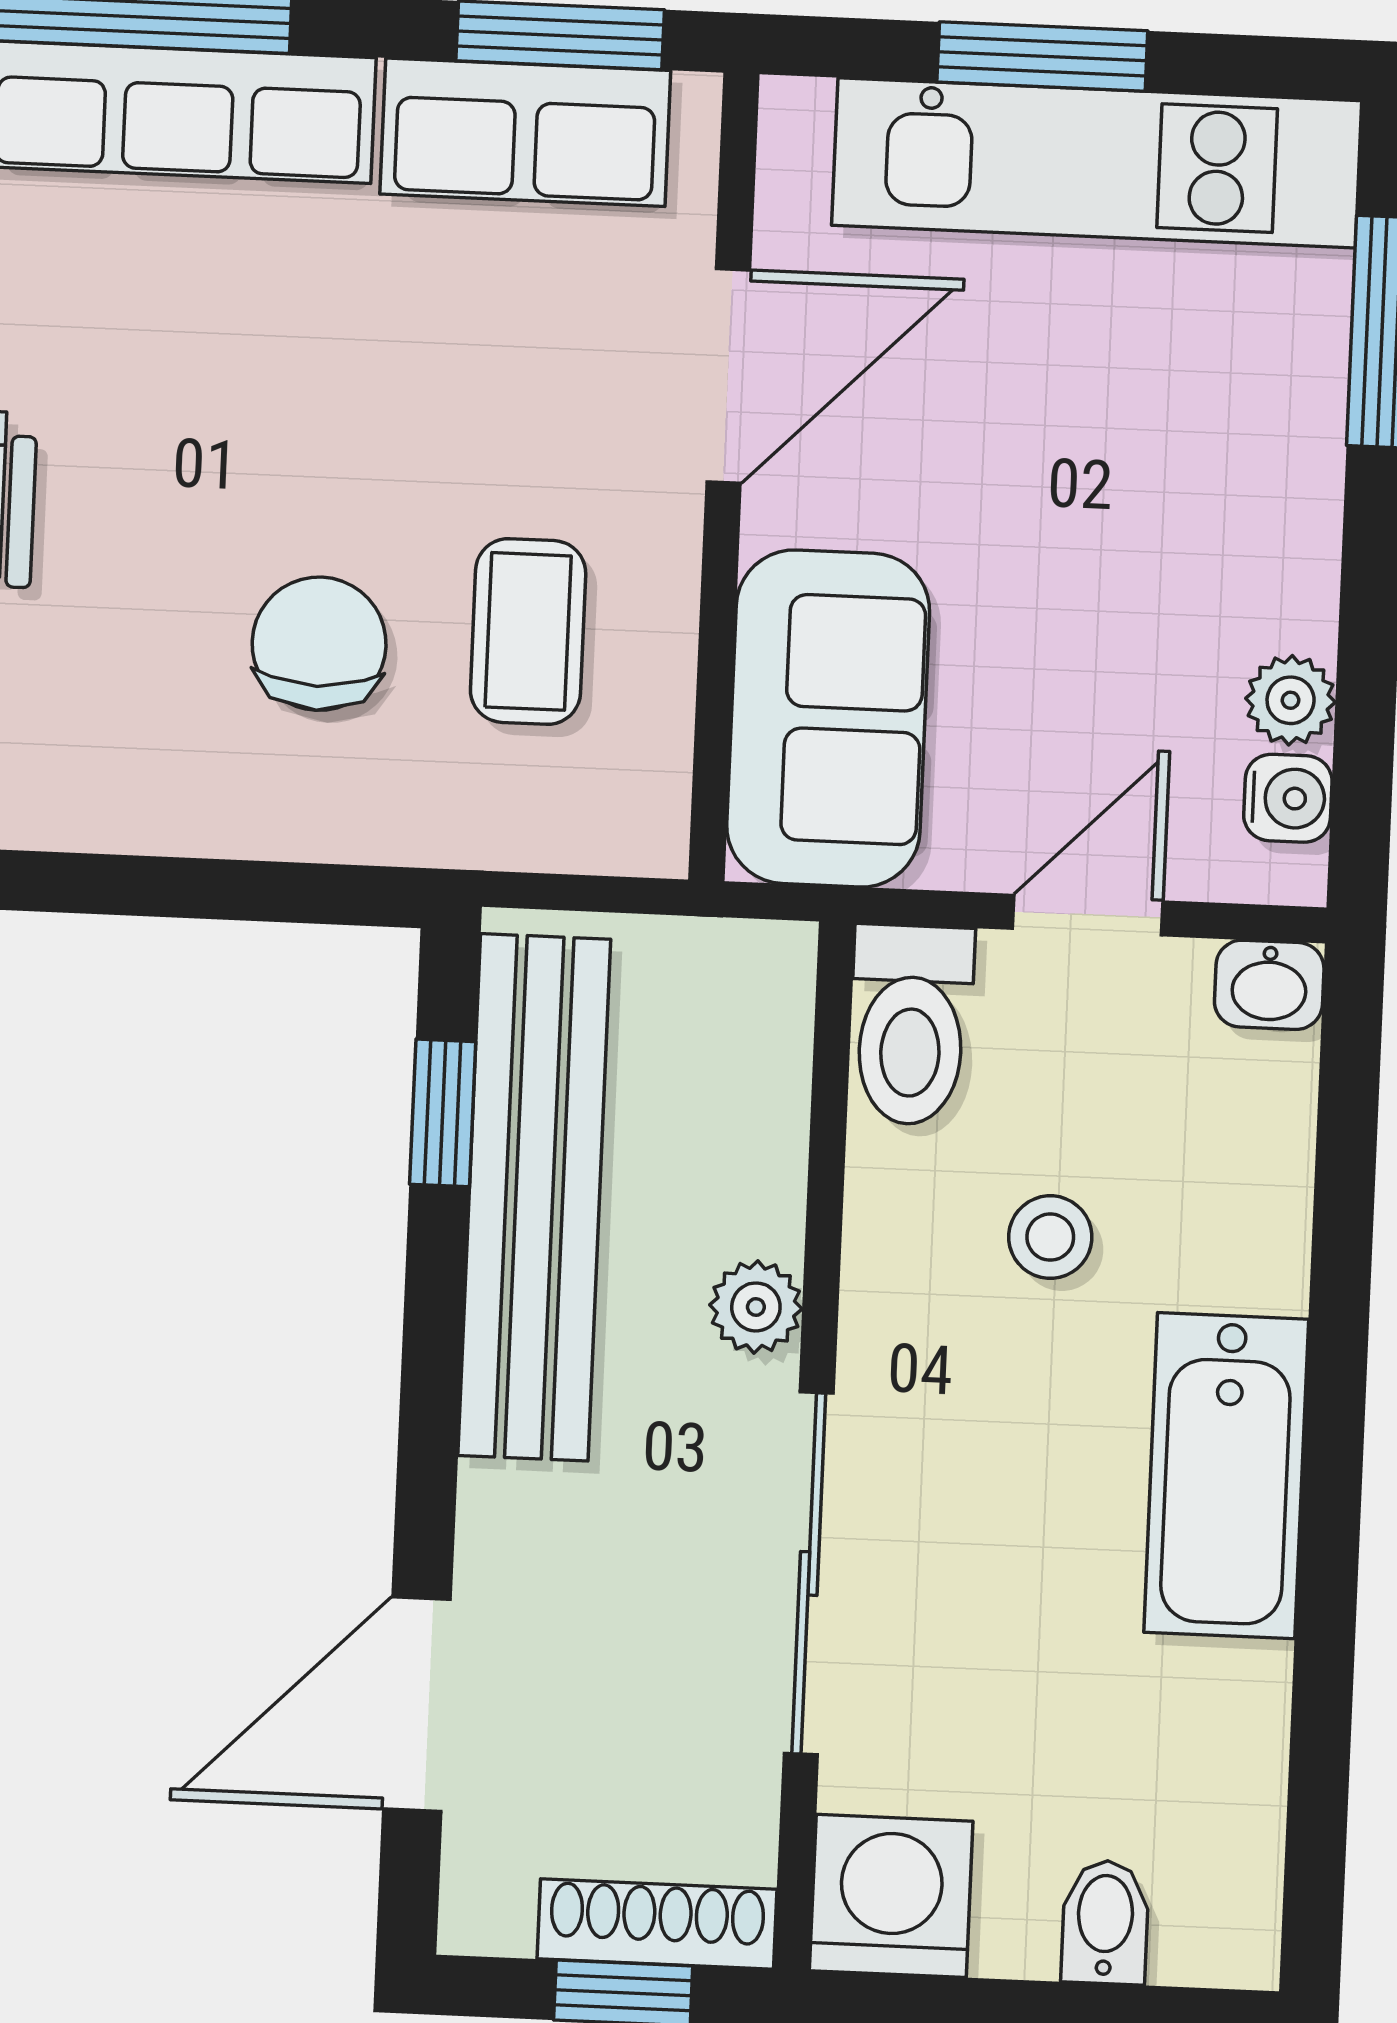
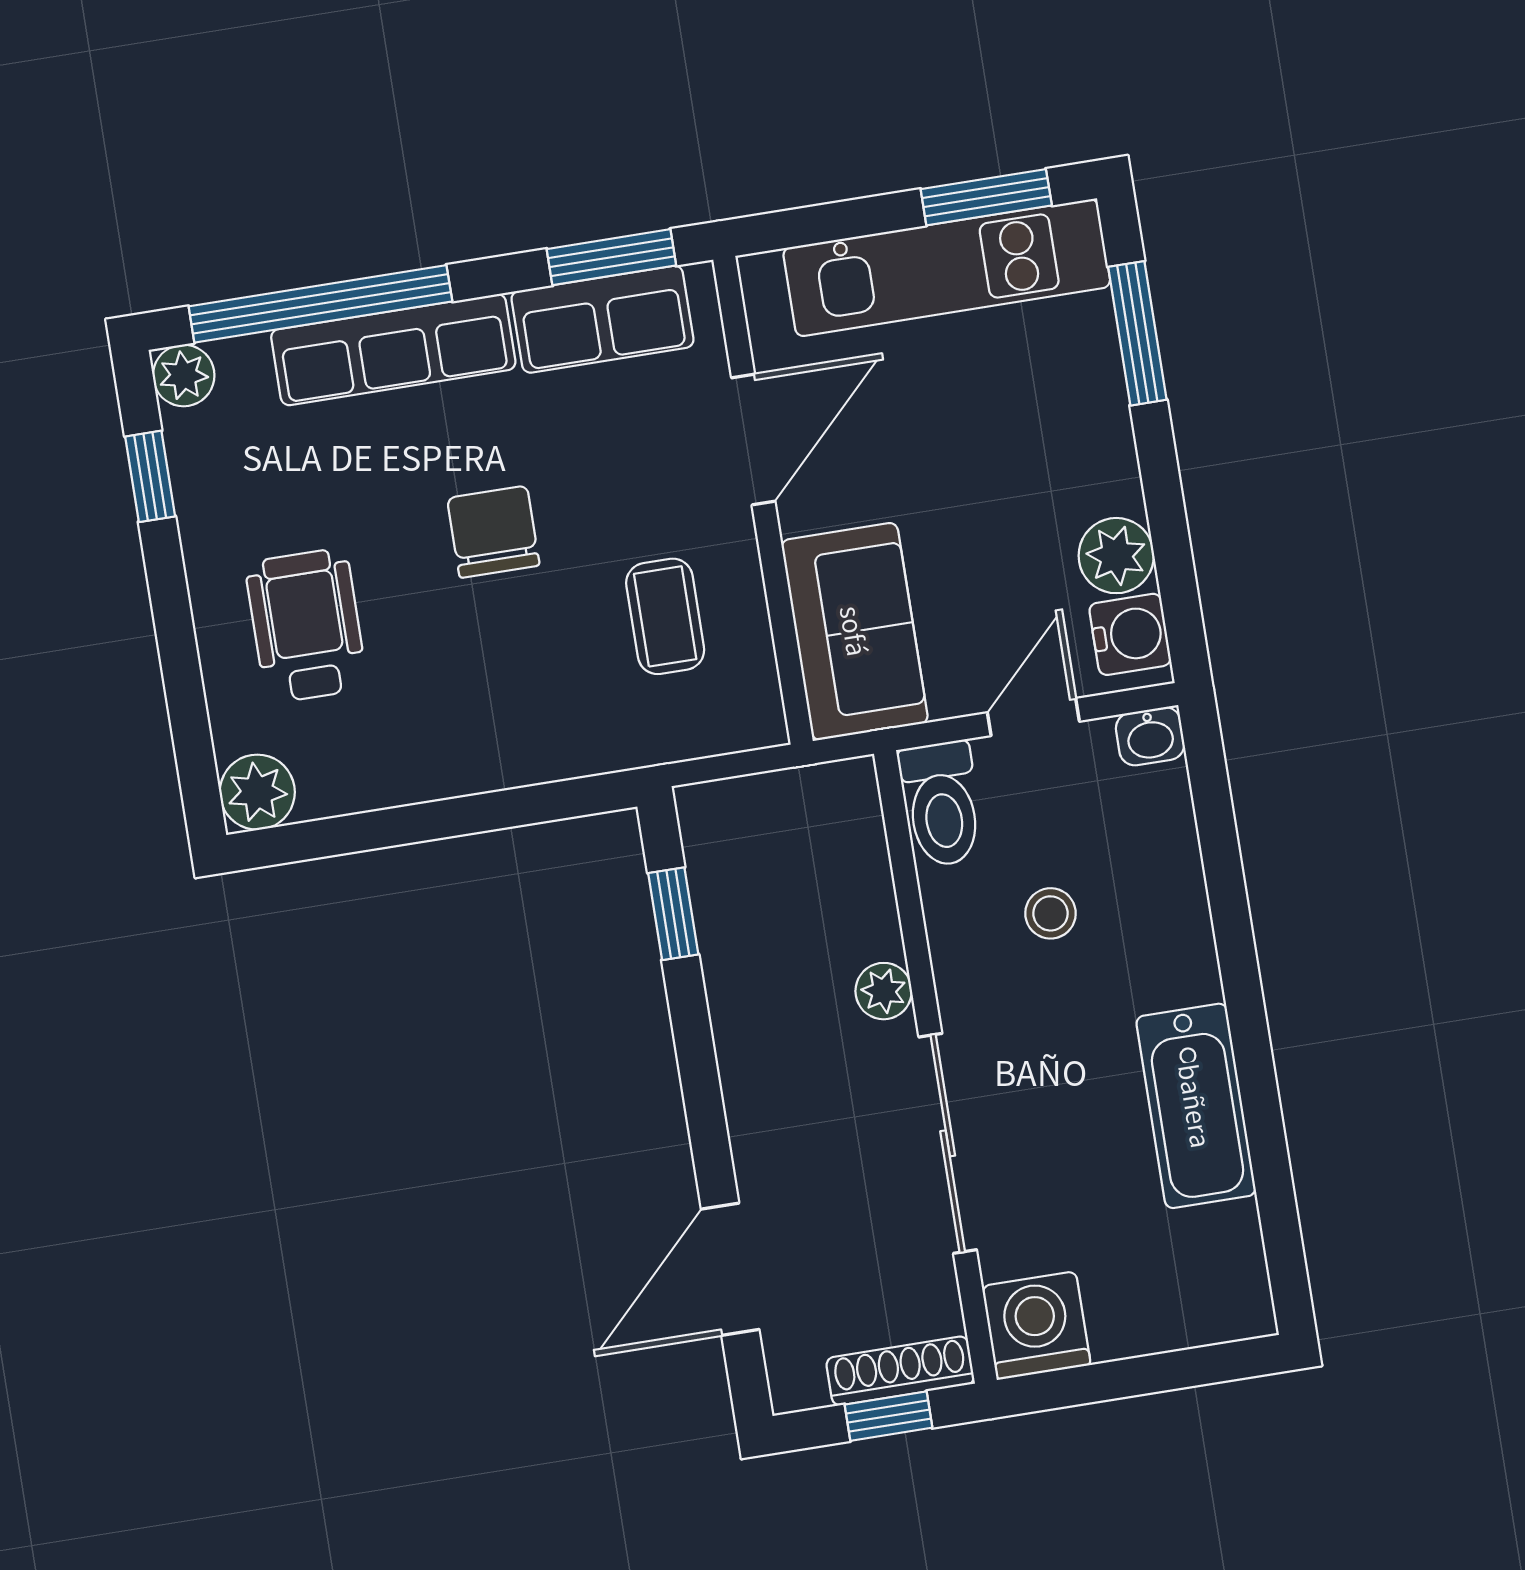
window: (1042, 56) -> (986, 197), moved
chair: (319, 644) -> (493, 532), moved
plant: (1291, 700) -> (1116, 556), width x1.38, depth x1.38
water cooler: (1288, 798) -> (1130, 634), width x1.38, depth x1.38
bench: (534, 1197) -> (738, 953), removed
bathtub: (1226, 1476) -> (1196, 1106), moved
bidet: (1105, 1922) -> (1167, 1315), removed

